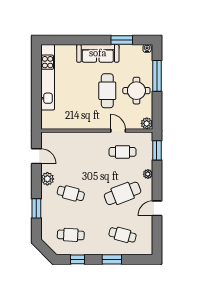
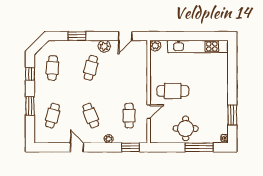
sofa: (98, 53) -> (220, 93), removed
cafe table: (107, 91) -> (173, 91), moved
plant: (147, 123) -> (155, 46), moved
cafe table: (123, 193) -> (91, 116), width x0.73, depth x0.74

